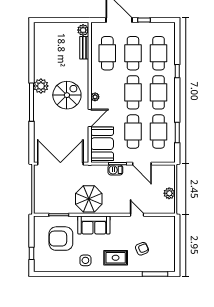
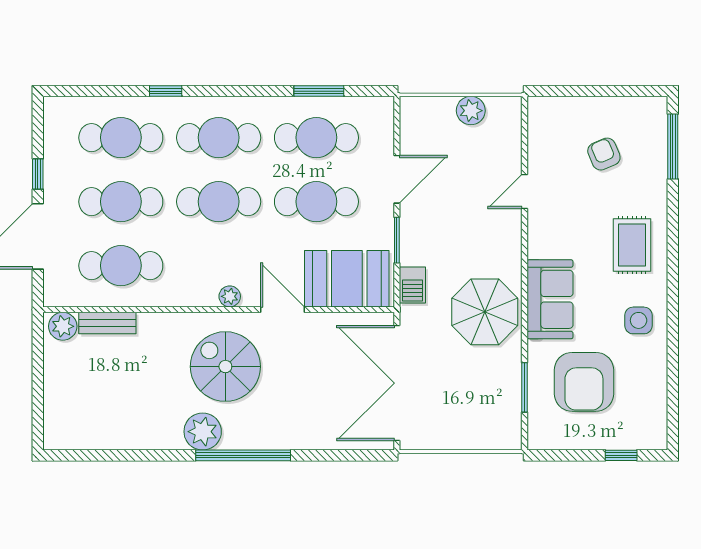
barbecue: (115, 170) -> (412, 285), moved
armchair: (142, 249) -> (604, 154), moved

